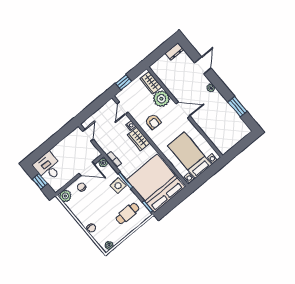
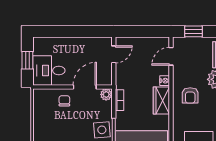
desk: (48, 167) -> (49, 71), moved, turned -90
door: (87, 169) -> (85, 87), swing flipped
plant: (65, 196) -> (41, 96), removed

